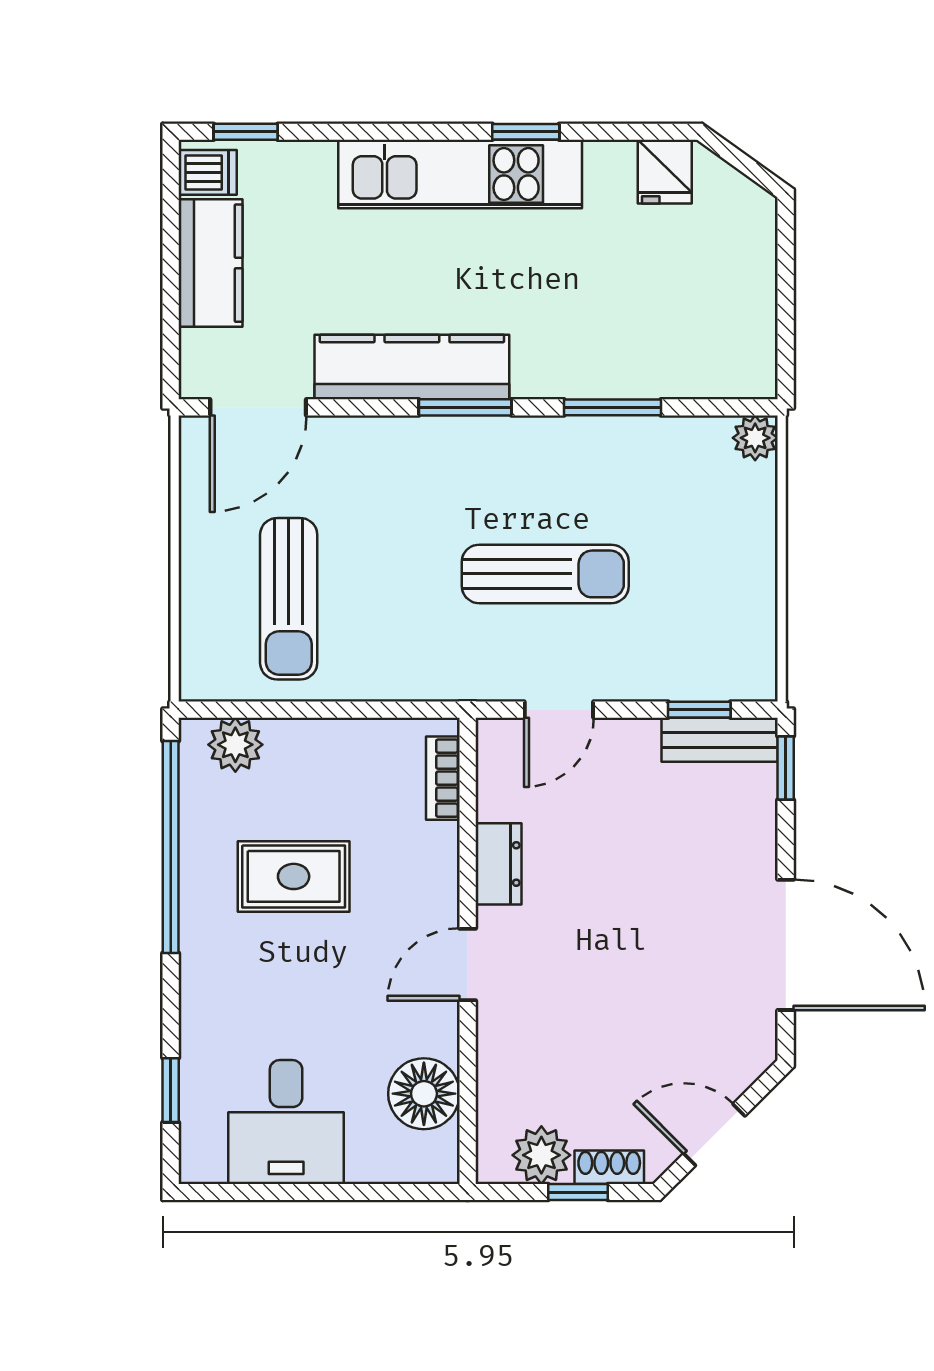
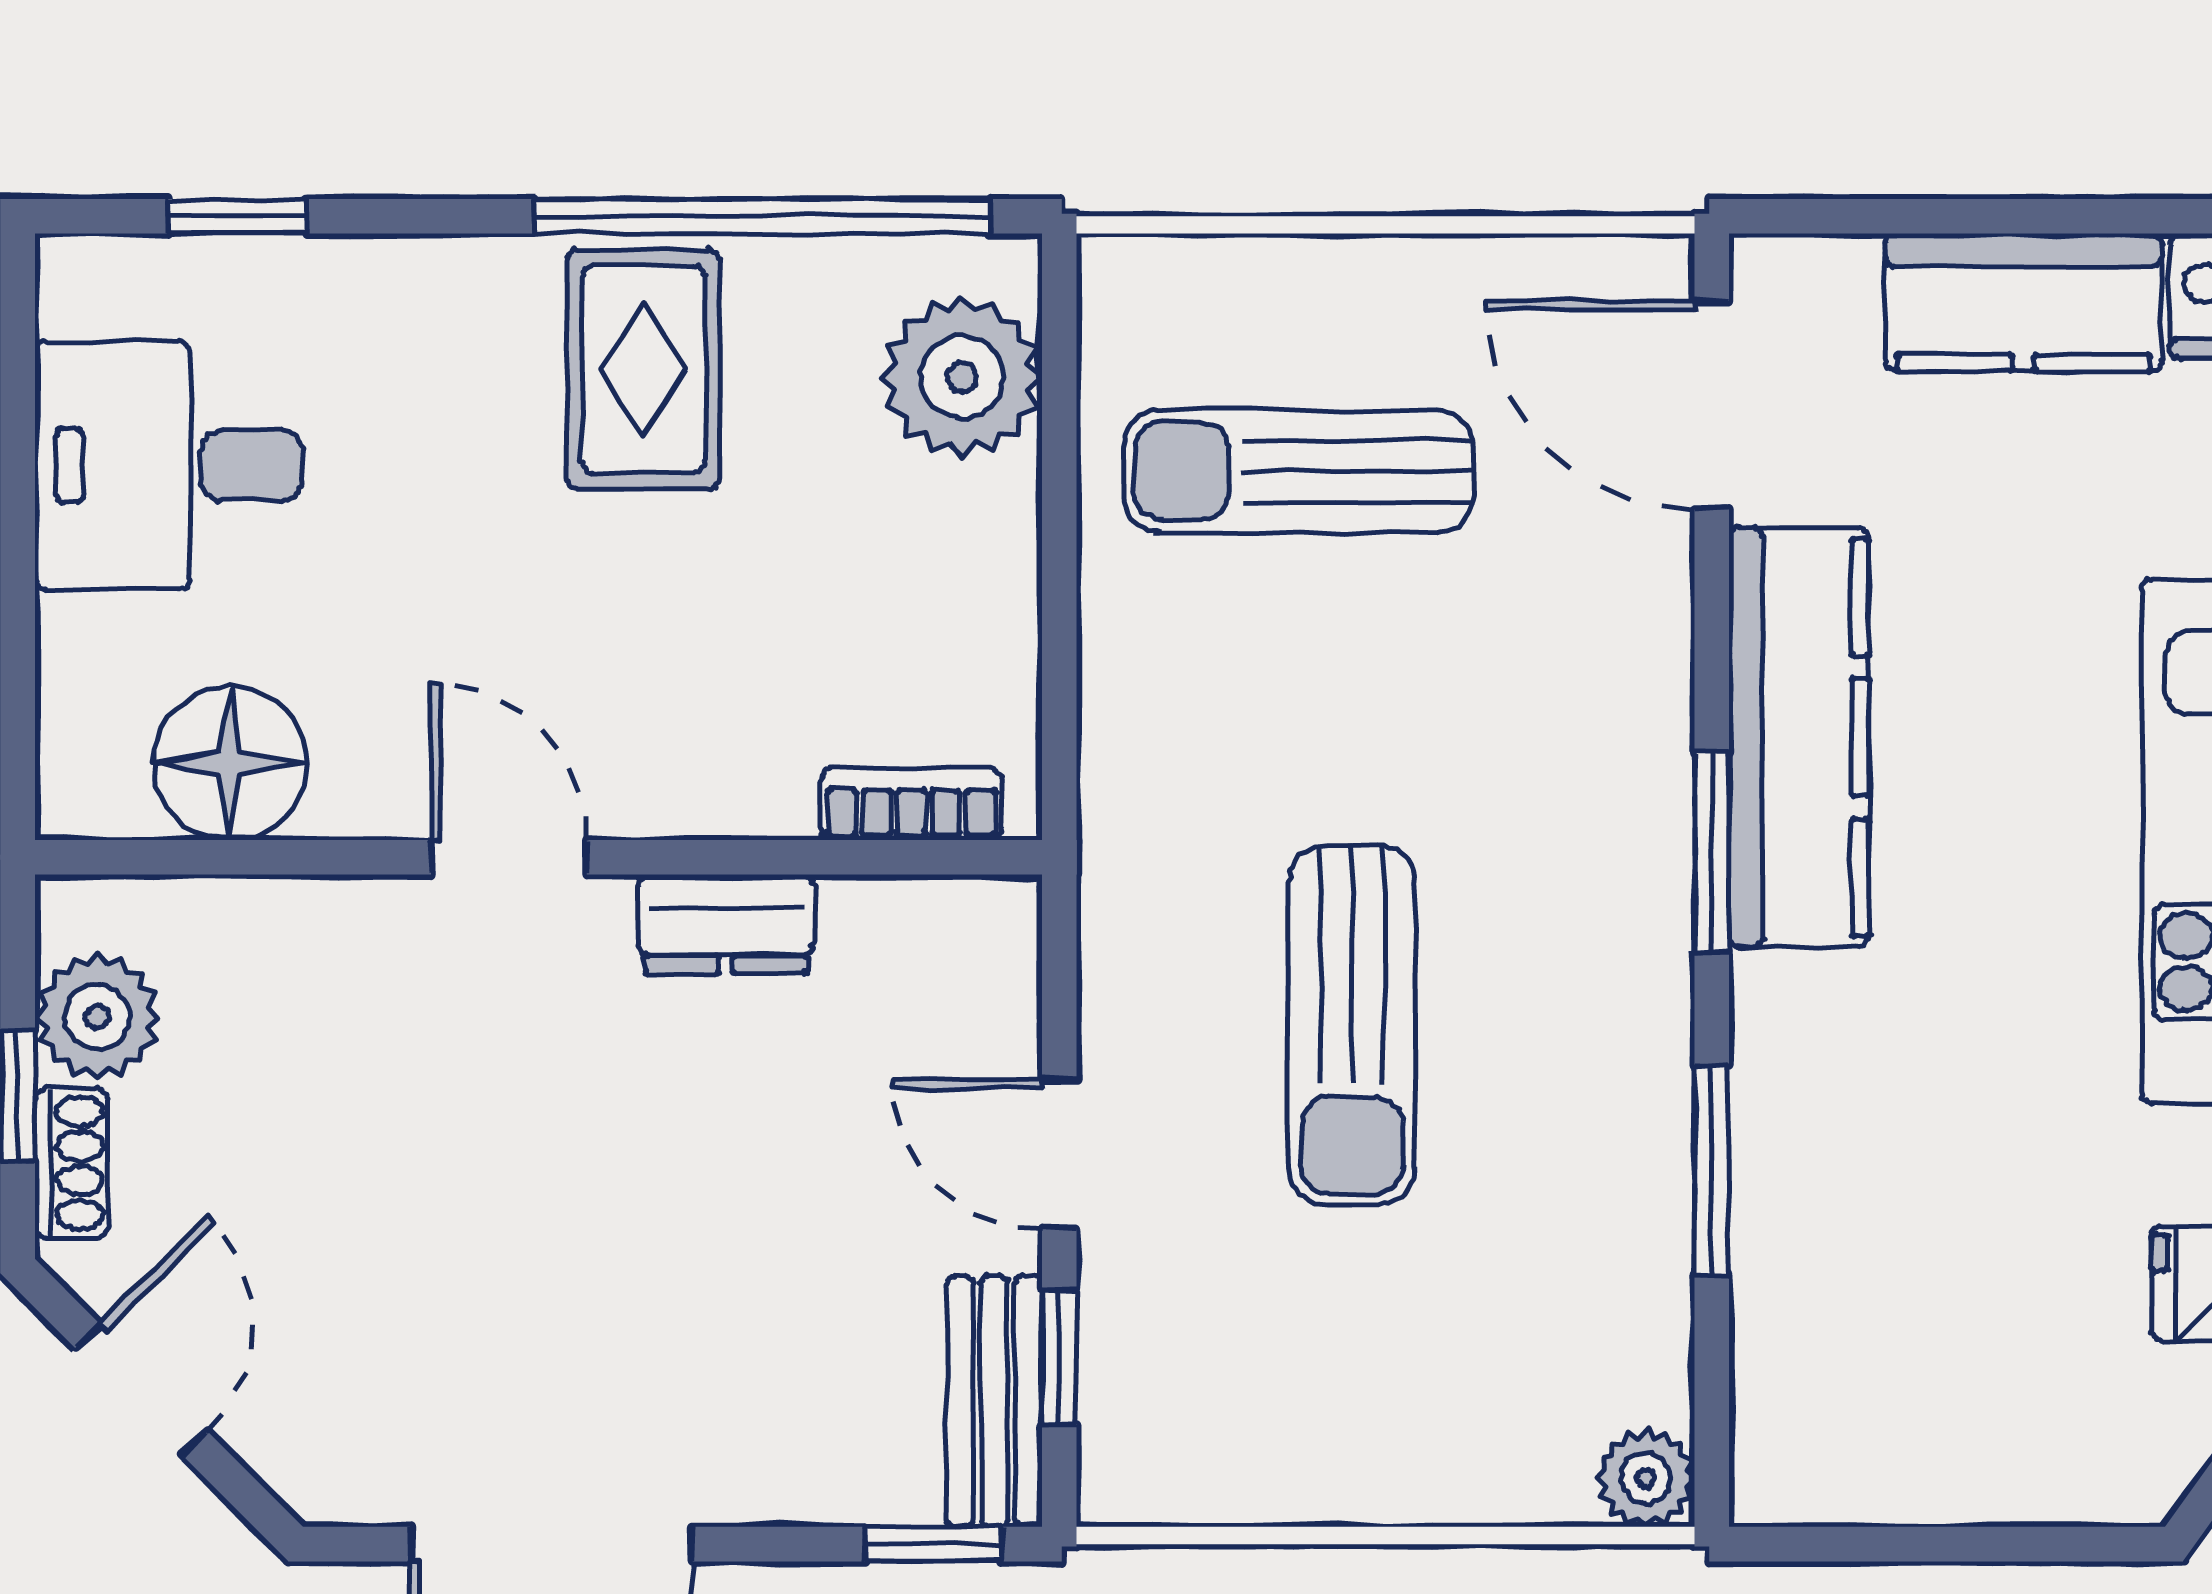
door: (559, 710) -> (1059, 1154), moved
plant: (235, 745) -> (962, 377), width x1.36, depth x1.36
rug: (294, 876) -> (643, 369), moved

